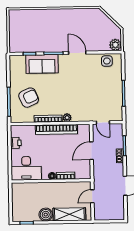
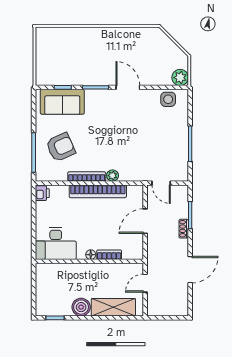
sofa: (42, 64) -> (62, 102), moved
printer: (16, 143) -> (42, 193), moved

